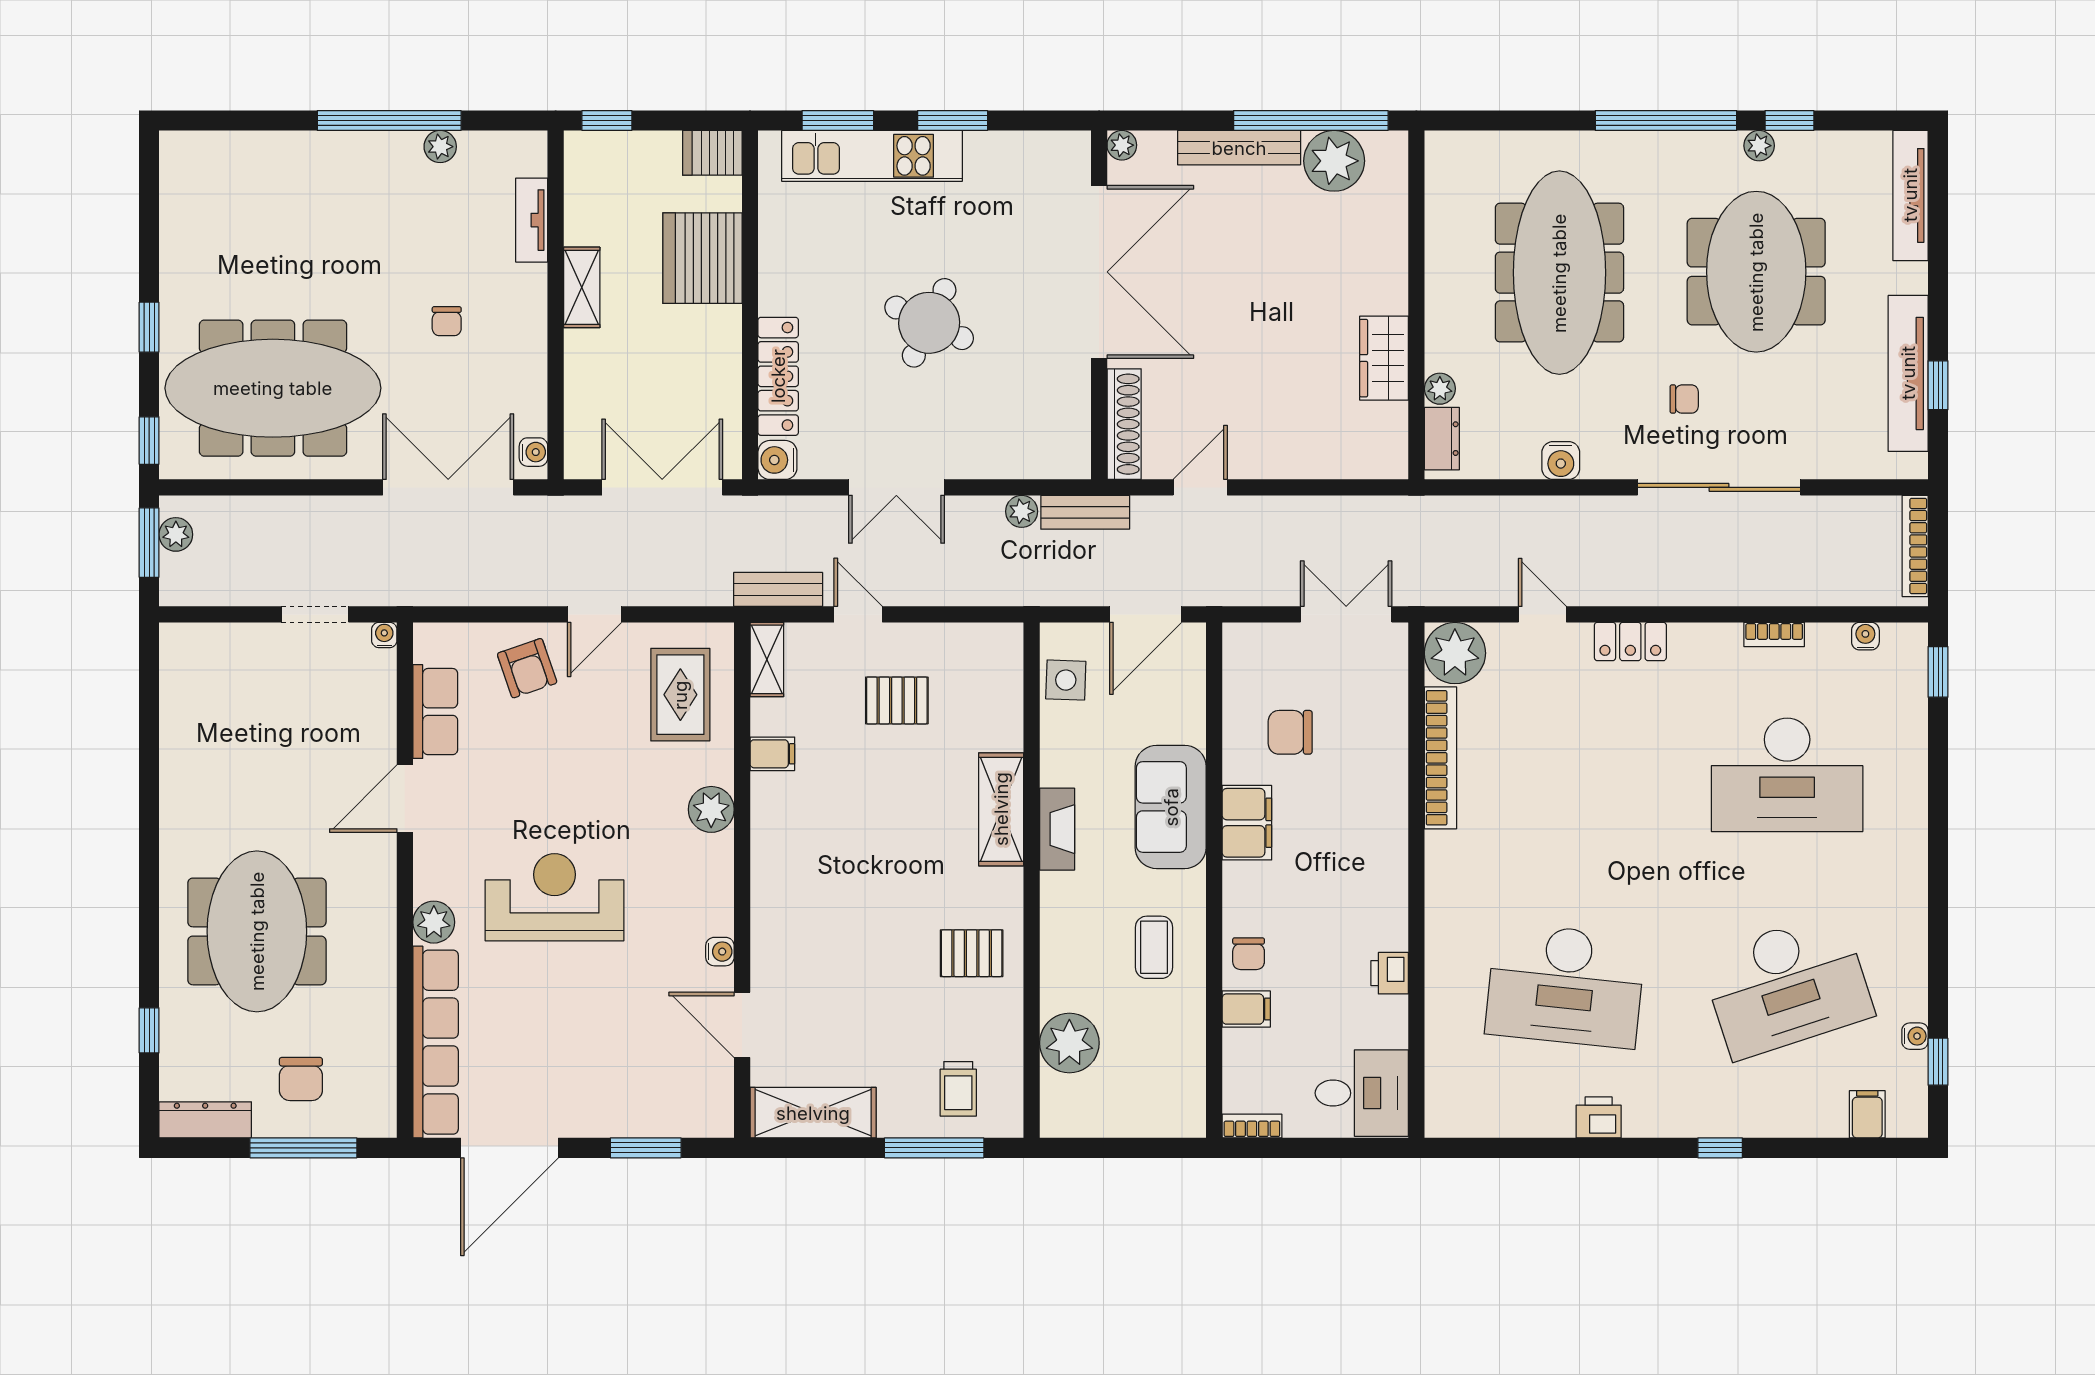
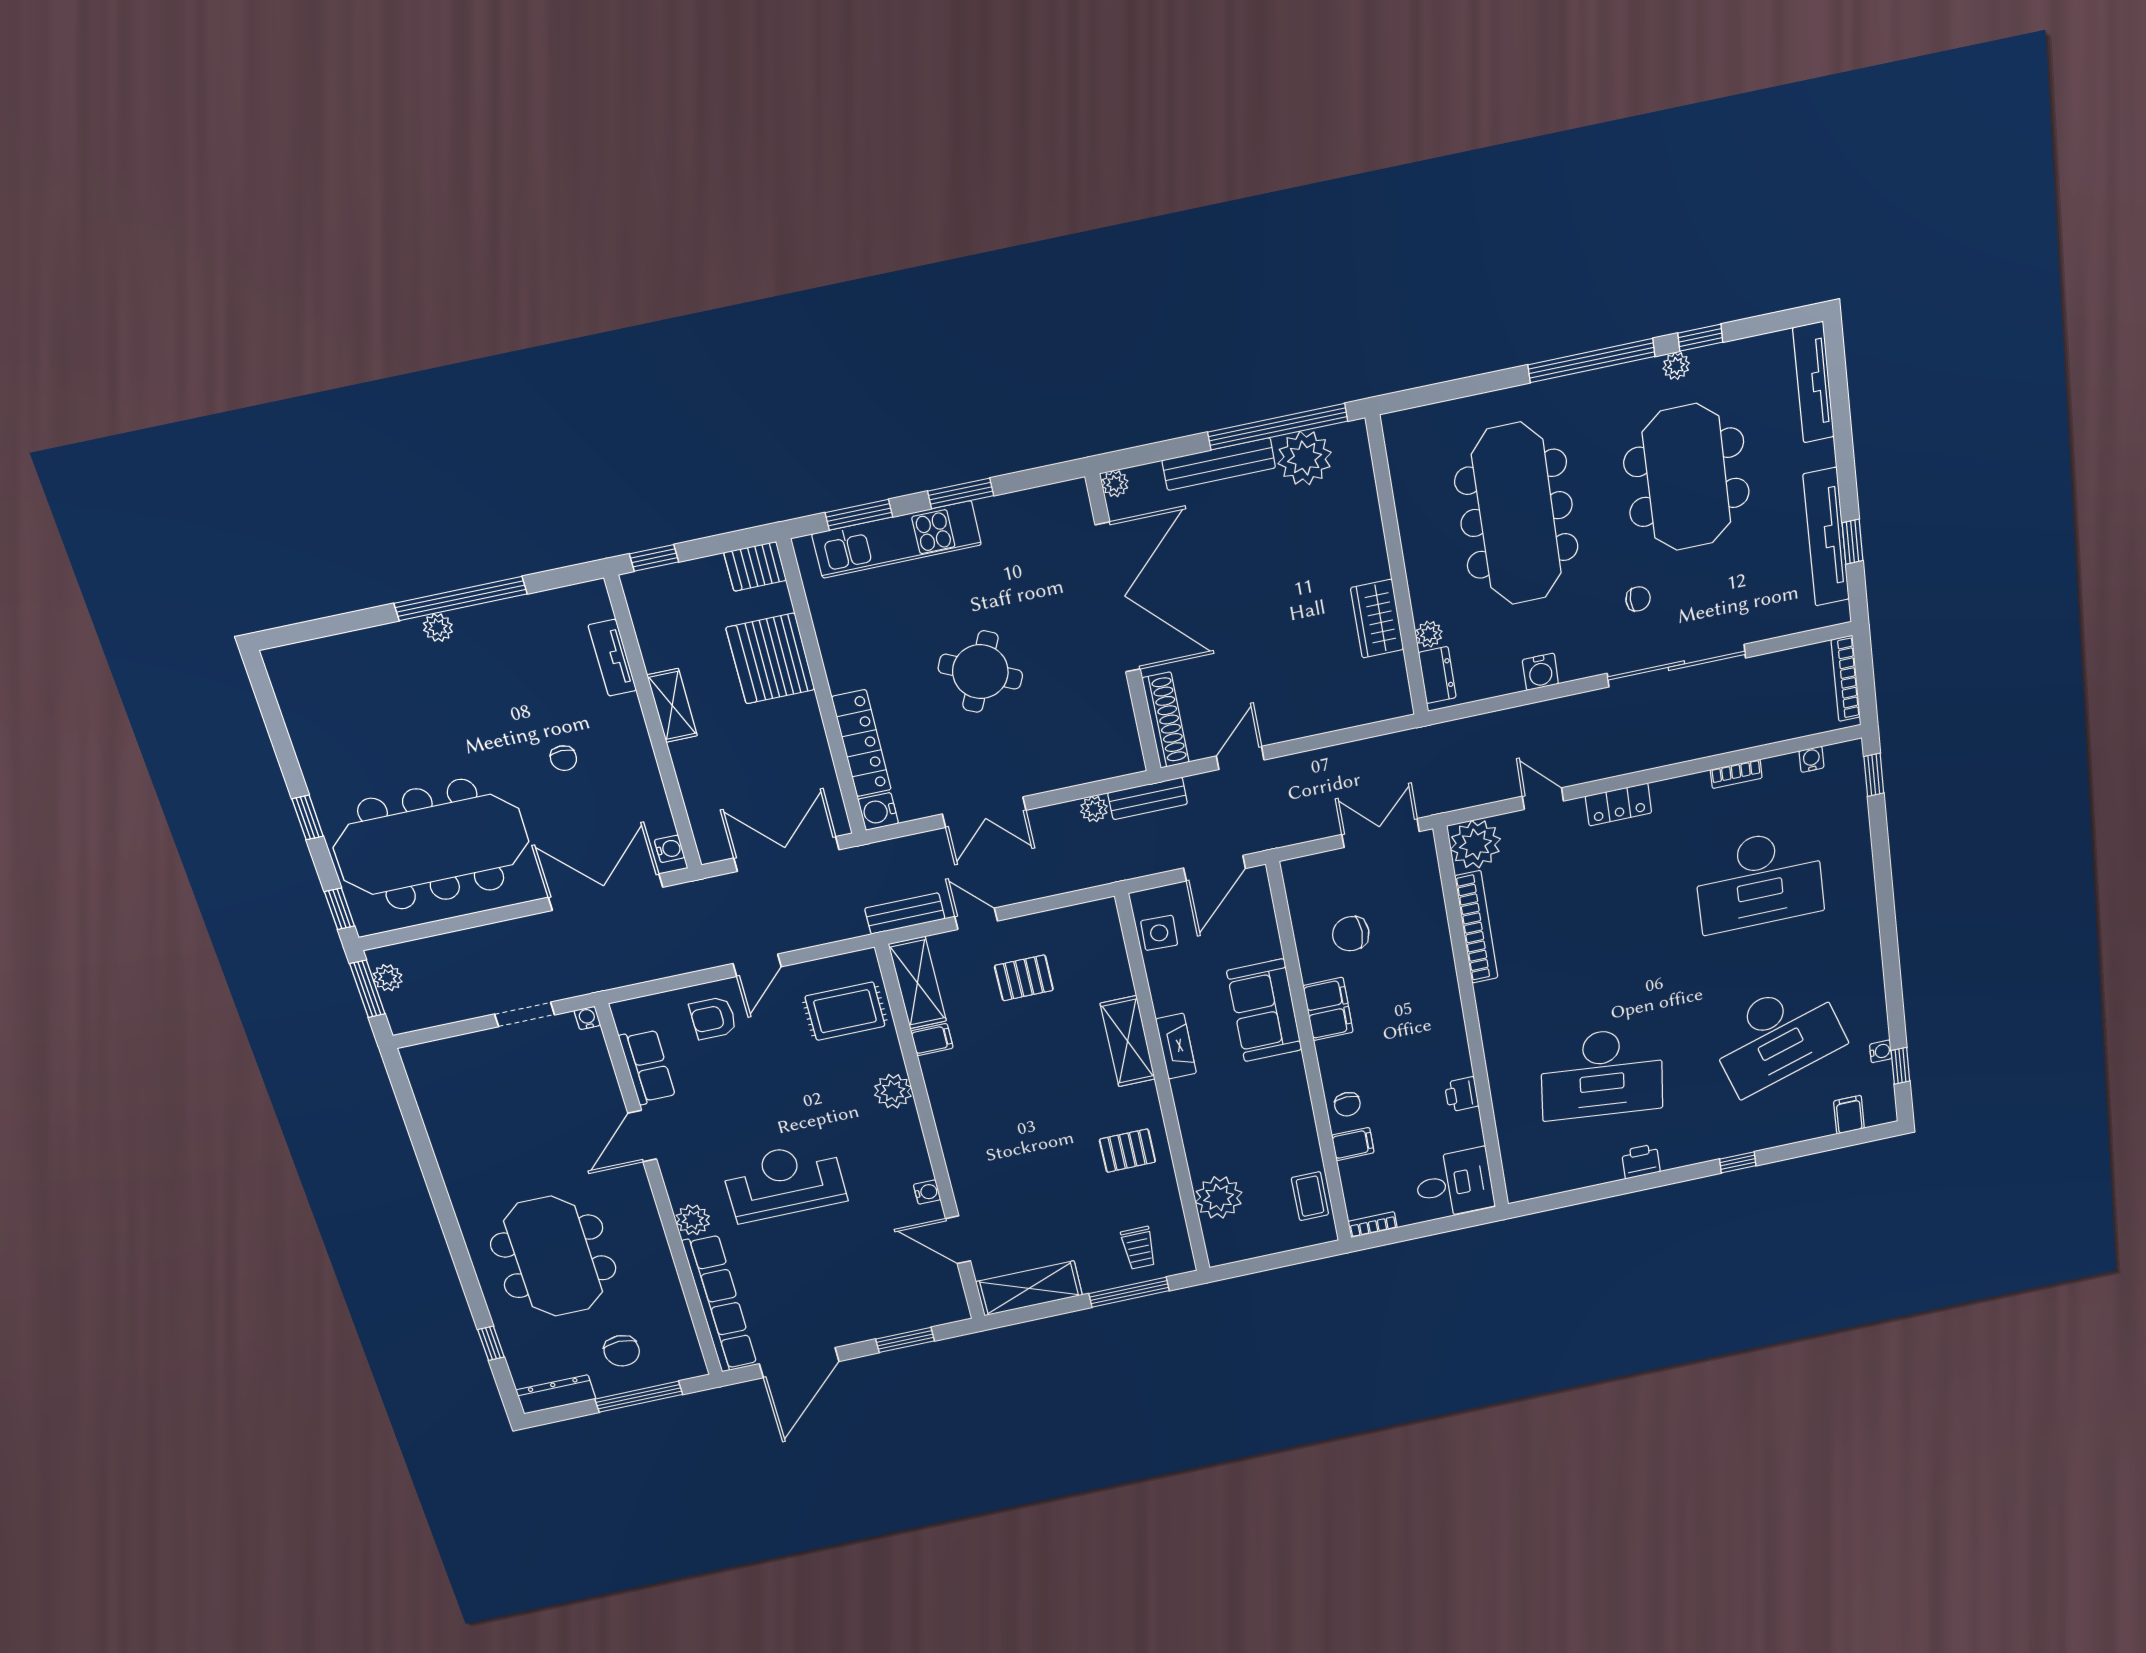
plant: (440, 147) -> (438, 627), moved
shelving: (767, 659) -> (917, 983), width x1.50, depth x1.33
armchair: (527, 668) -> (713, 1018), turned 109
rug: (680, 695) -> (845, 1011), turned 90
coffee table: (1154, 947) -> (1310, 1196), moved

